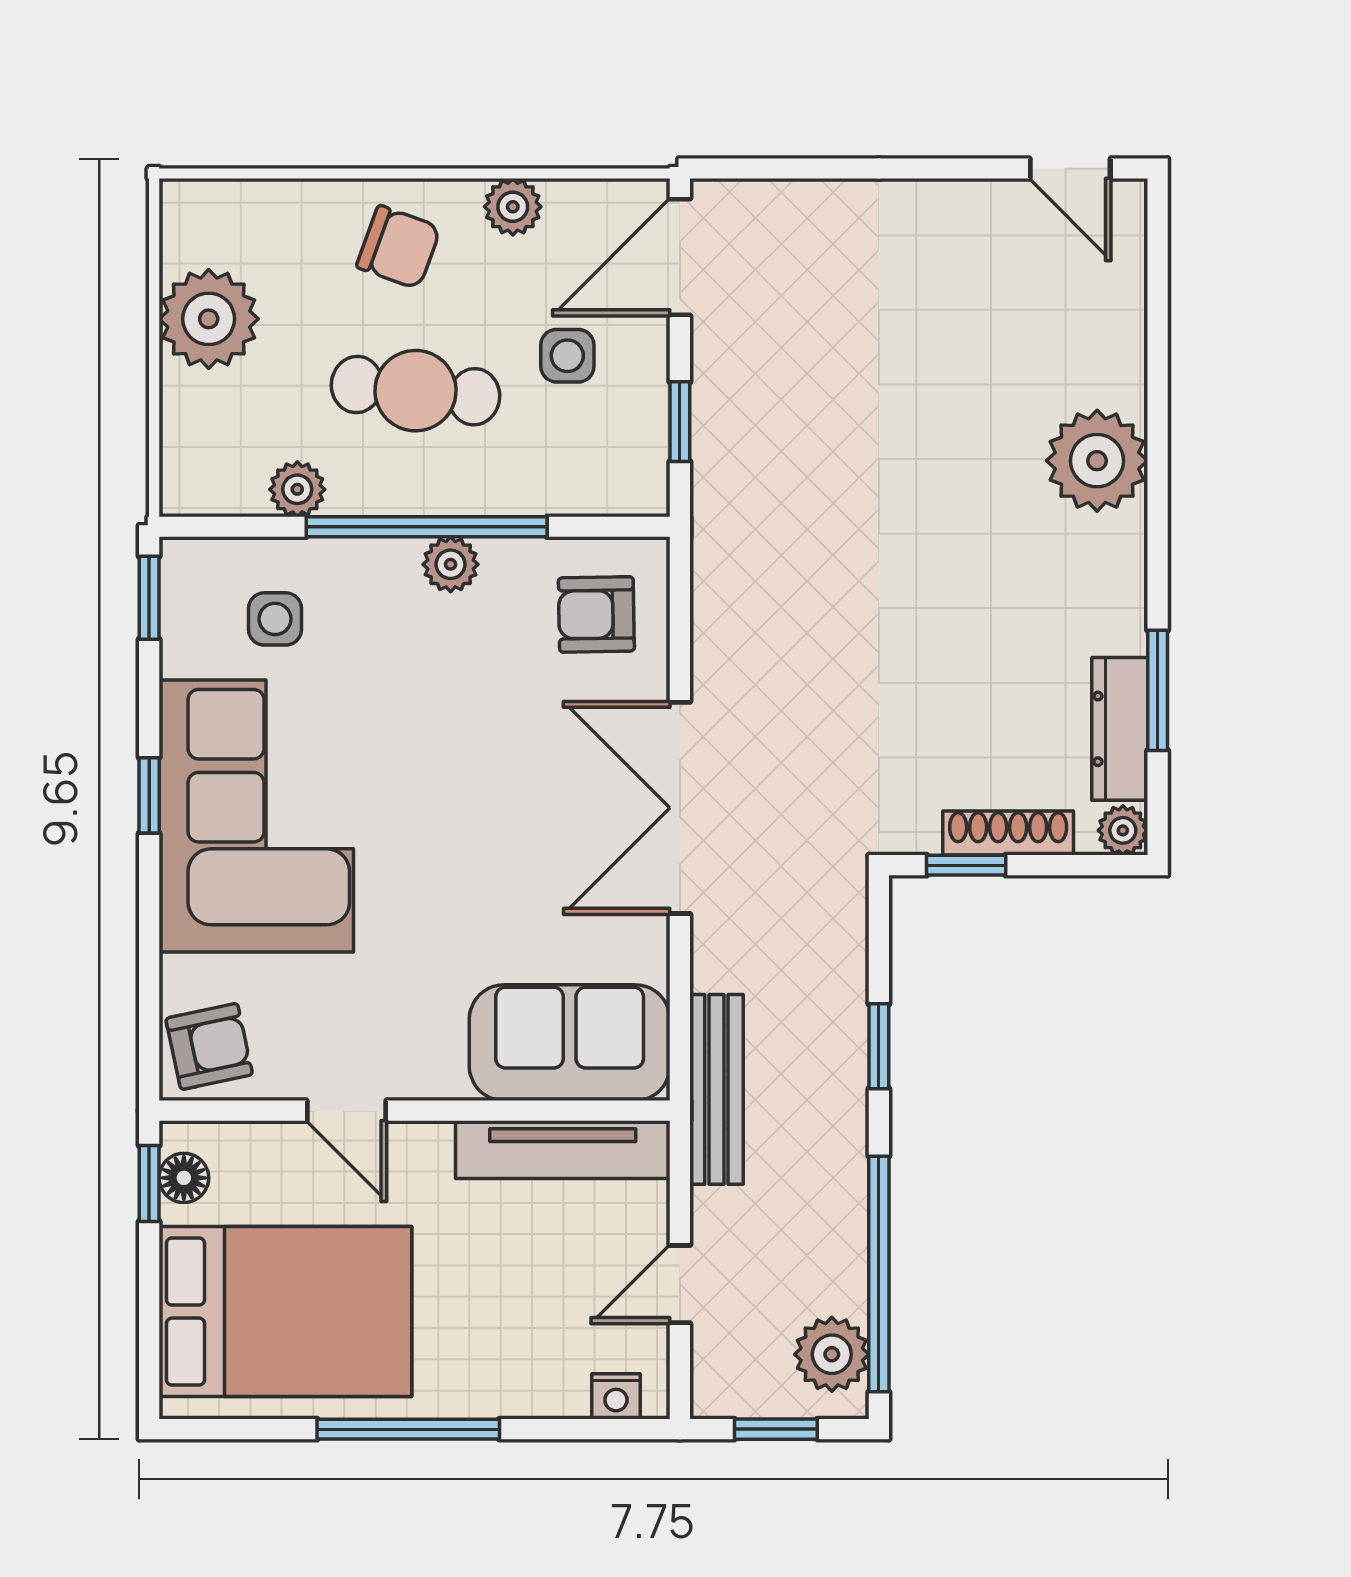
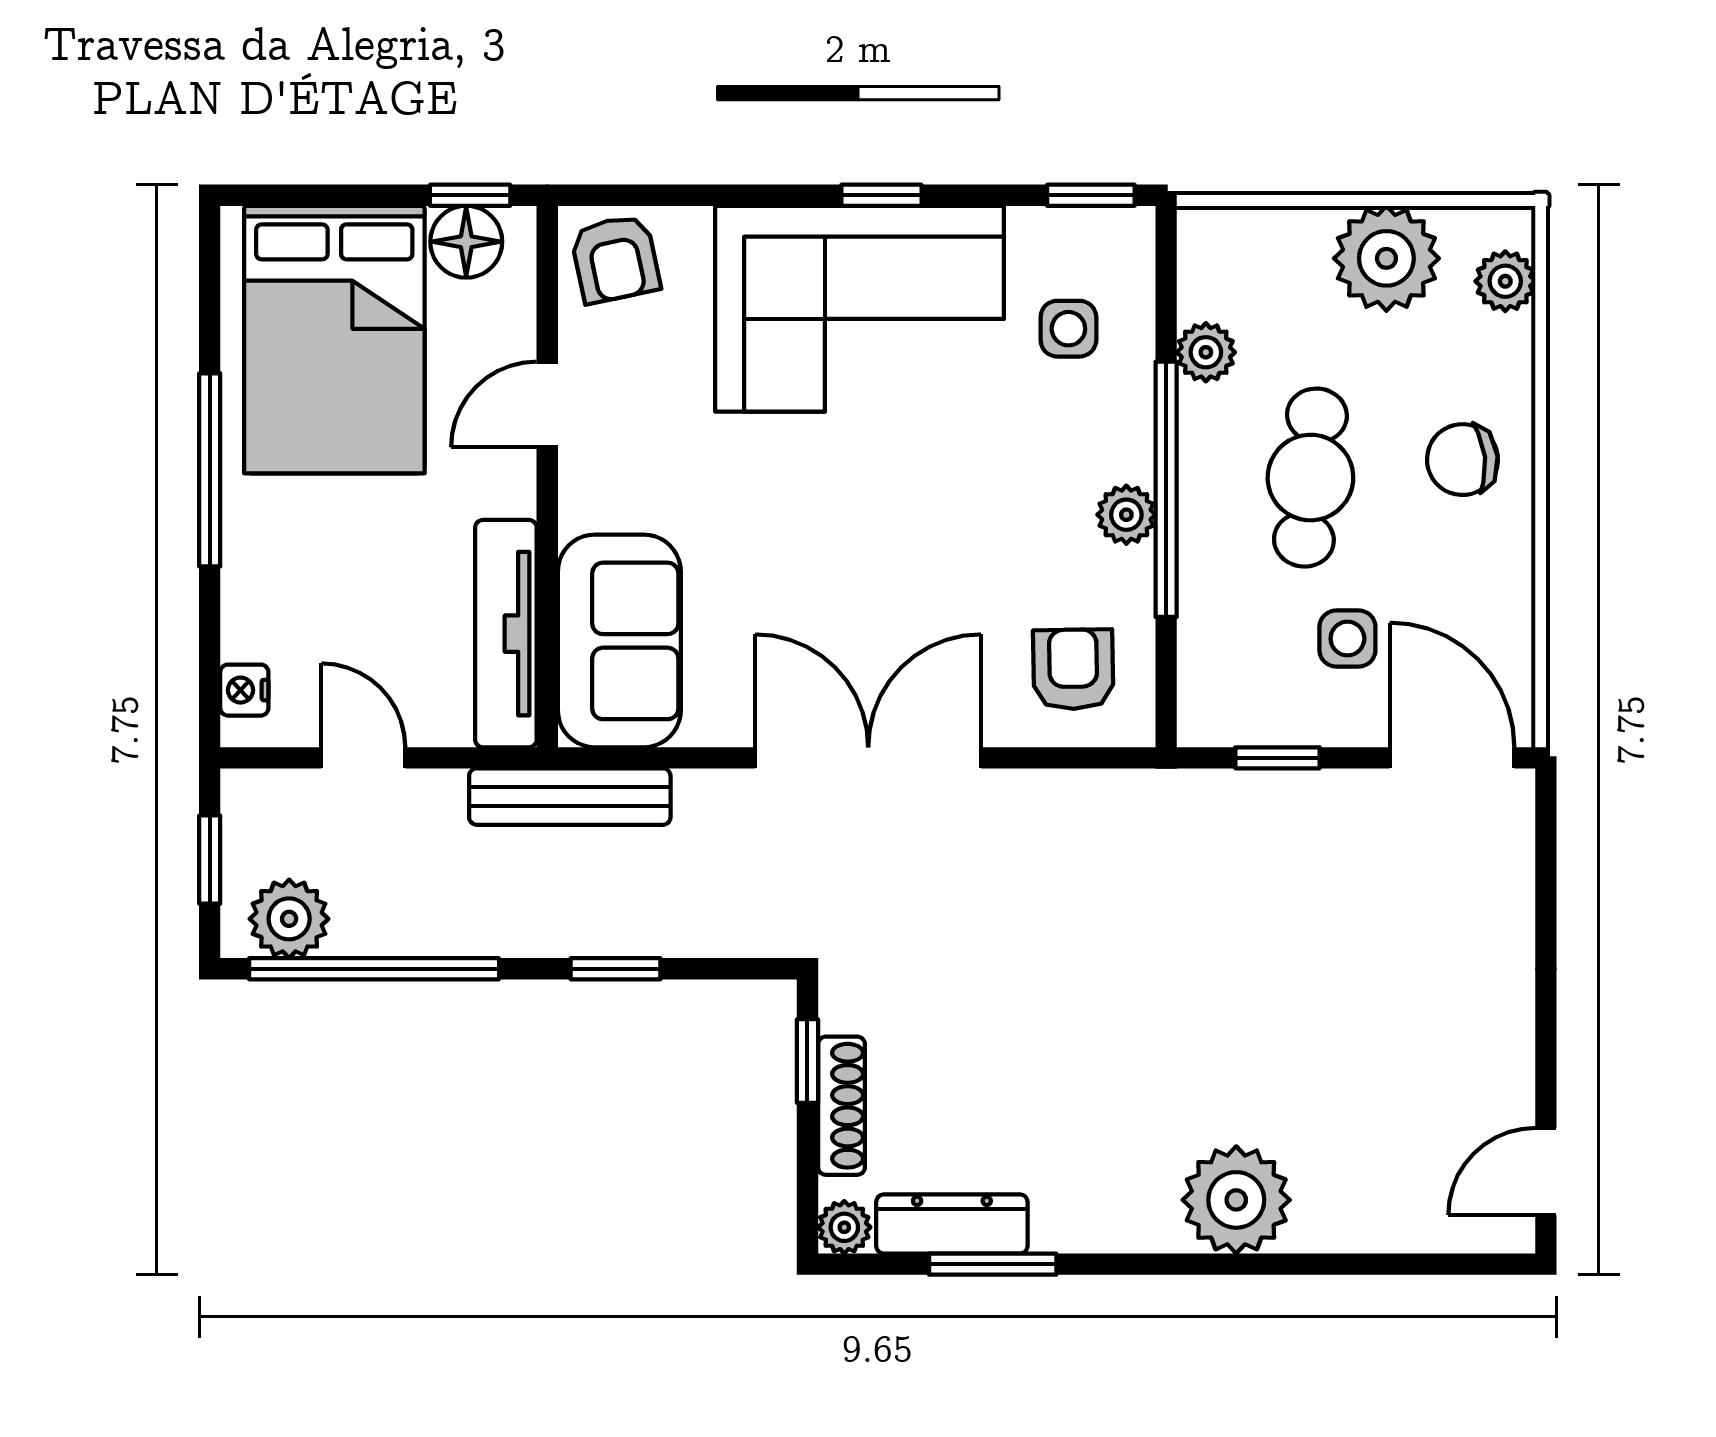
plant: (513, 207) -> (1505, 281), moved
chair: (399, 247) -> (1462, 460), turned 64
floor lamp: (184, 1178) -> (466, 242), width x1.37, depth x1.37

